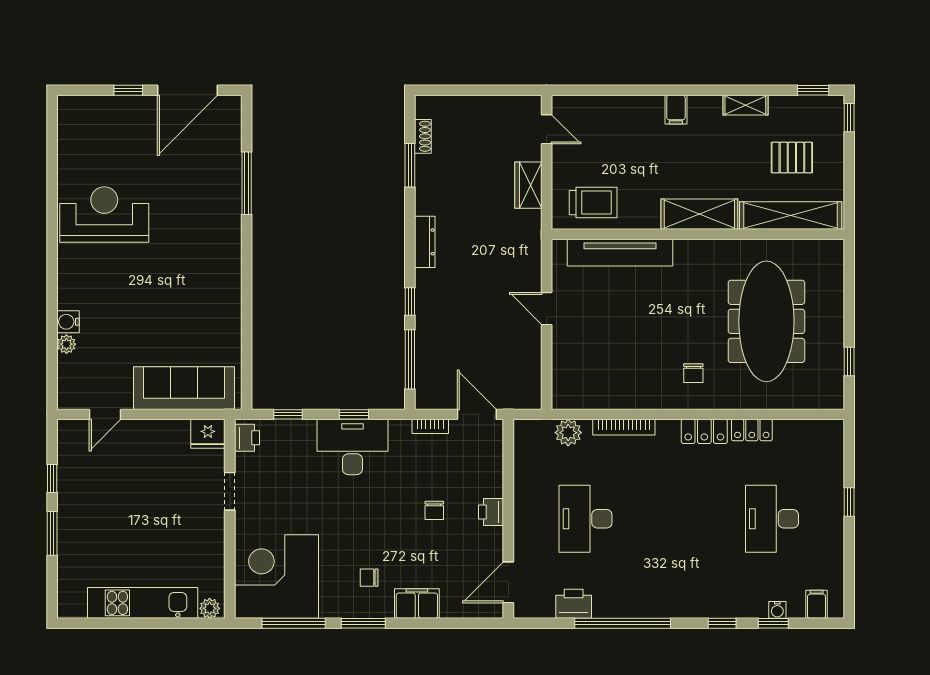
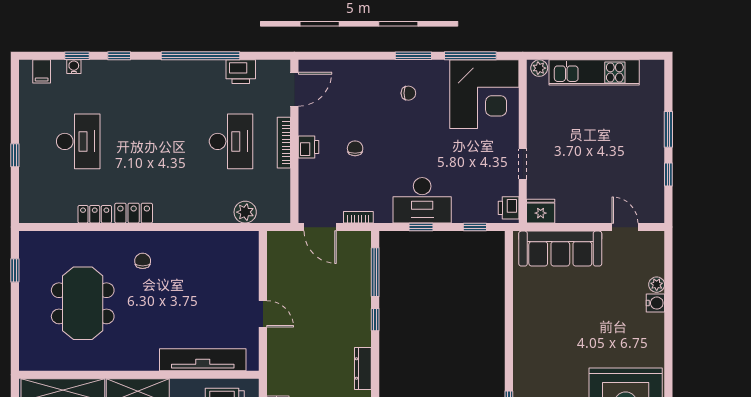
meeting table: (766, 321) -> (83, 303), width x0.73
door: (105, 414) -> (625, 227), hinge flipped
bookcase: (624, 427) -> (284, 143), moved, turned -90
filing cabinet: (417, 604) -> (369, 72), removed

